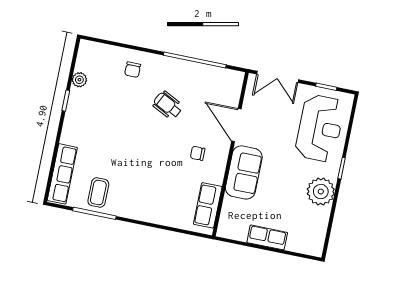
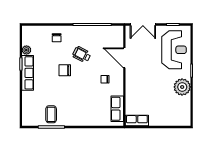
chair: (135, 125) -> (65, 70), added
sofa: (244, 172) -> (135, 85), removed
row of seats: (62, 174) -> (28, 73), moved
row of seats: (267, 237) -> (137, 121), moved

